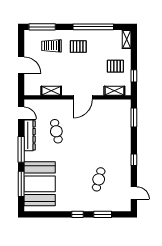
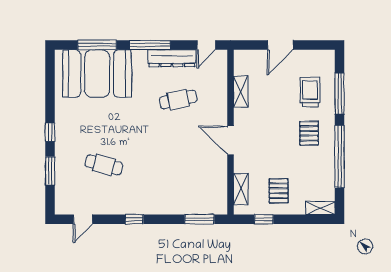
window: (42, 27) -> (340, 93), moved

